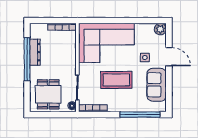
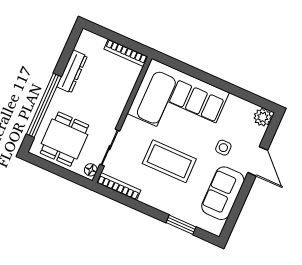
window: (27, 59) -> (44, 105), moved
window: (140, 115) -> (181, 225), width x0.47

